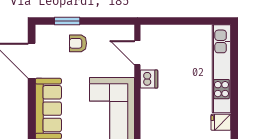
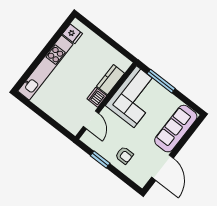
window: (67, 21) -> (100, 160), moved
kitchen counter: (149, 107) -> (111, 80), added

